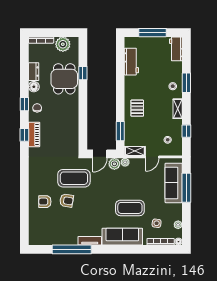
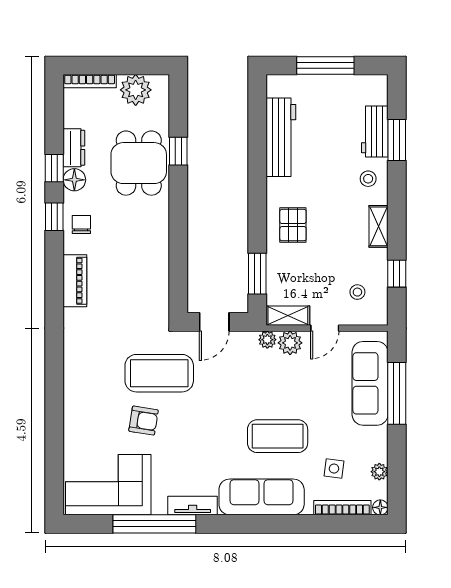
workbench: (176, 49) -> (375, 131), moved
workbench: (131, 62) -> (281, 137), width x1.38
window: (186, 83) -> (397, 140), moved
window: (24, 135) -> (54, 168), moved
plant: (114, 164) -> (290, 343), moved
armchair: (45, 202) -> (98, 423), removed
corner sofa: (50, 231) -> (108, 485), added

